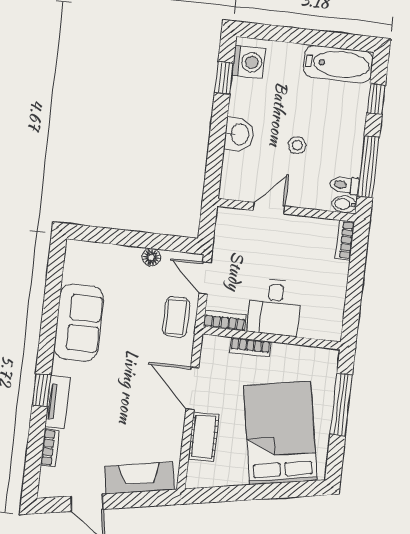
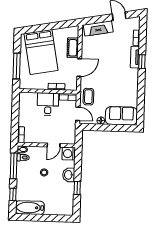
washing machine: (249, 62) -> (69, 154), moved
window: (224, 78) -> (77, 188), moved
sofa: (79, 323) -> (121, 116), moved, turned 90
door: (192, 388) -> (79, 68), hinge flipped

